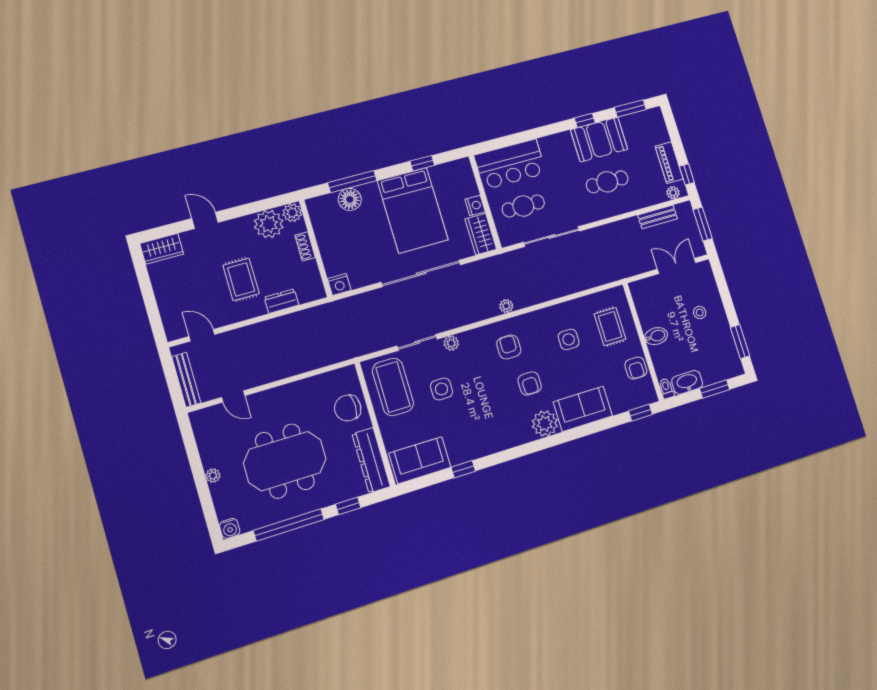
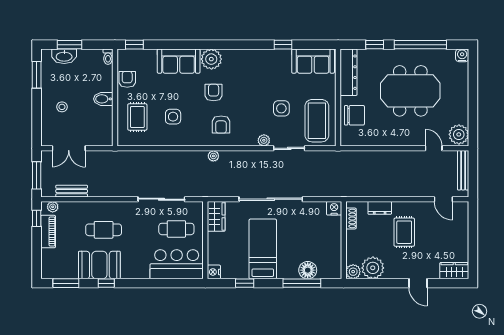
nightstand: (475, 205) -> (214, 272), moved
bed: (413, 210) -> (263, 249), width x0.67
shoe rack: (305, 246) -> (351, 218), moved
washbasin: (687, 382) -> (64, 56), moved
plant: (213, 476) -> (459, 134), moved, width x1.87, depth x1.87

